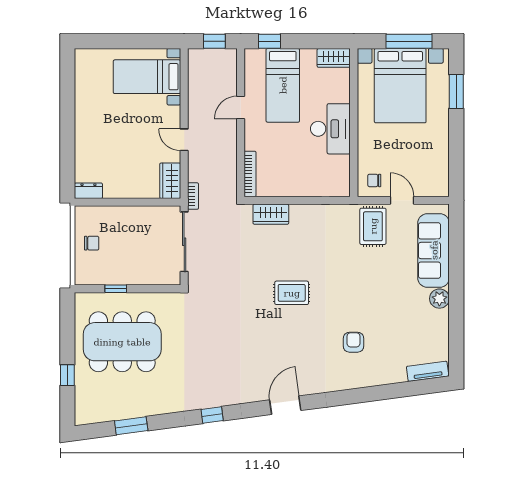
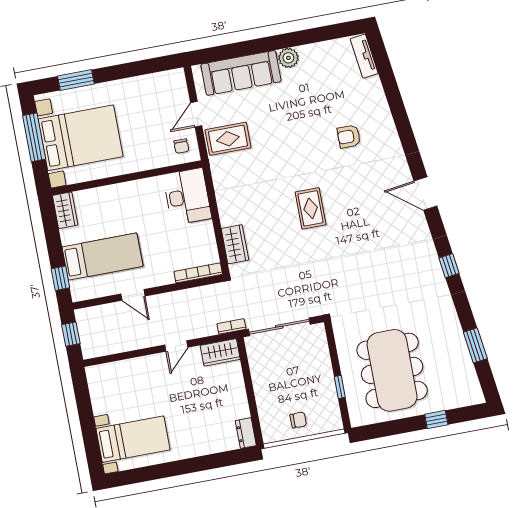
bed with nightstands: (147, 77) -> (133, 439), moved, turned -90
desk: (330, 129) -> (187, 197), moved, turned 90
chair: (92, 243) -> (298, 420), turned 90

